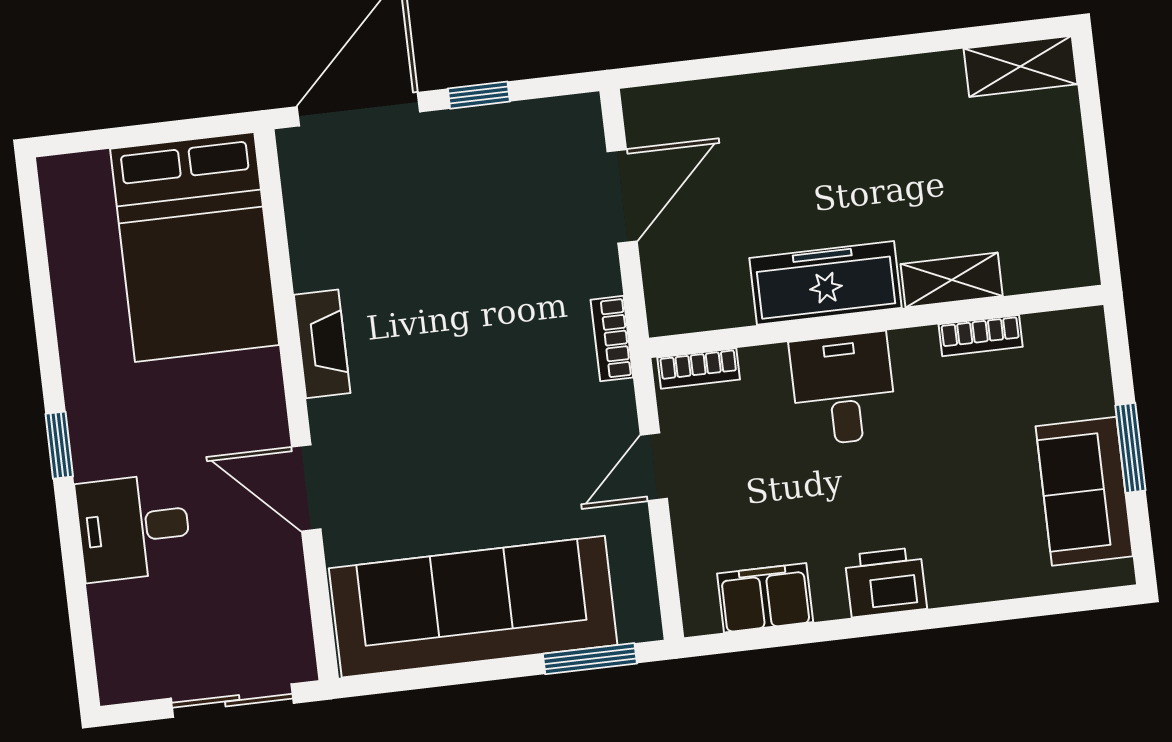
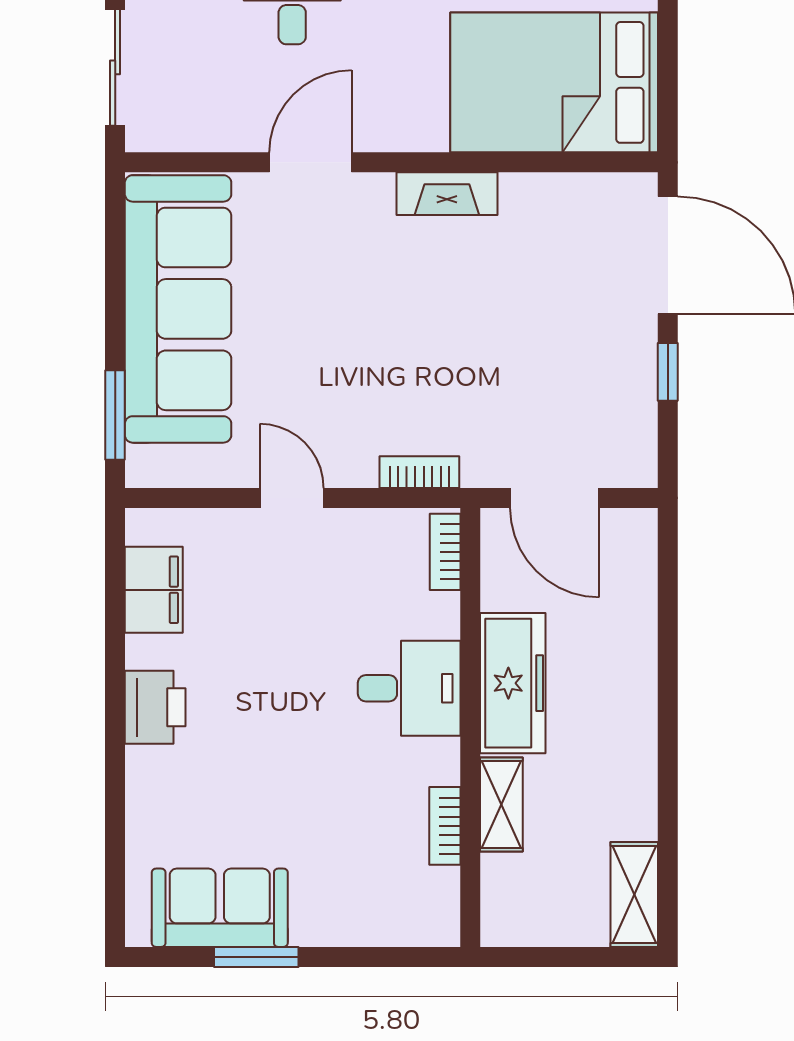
shelving: (952, 280) -> (501, 804), moved
freezer: (825, 283) -> (513, 683), moved
wall: (876, 321) -> (470, 727), moved
bookcase: (981, 336) -> (445, 826), moved
bookcase: (699, 368) -> (445, 552), moved
desk: (843, 389) -> (409, 688), moved

